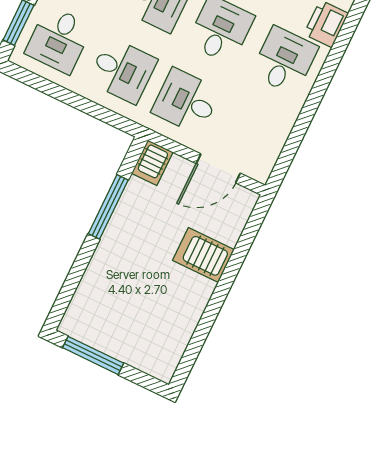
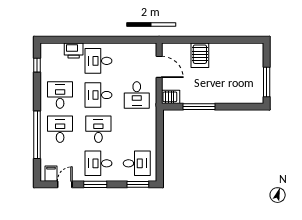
desk: (122, 70) -> (137, 129), removed

